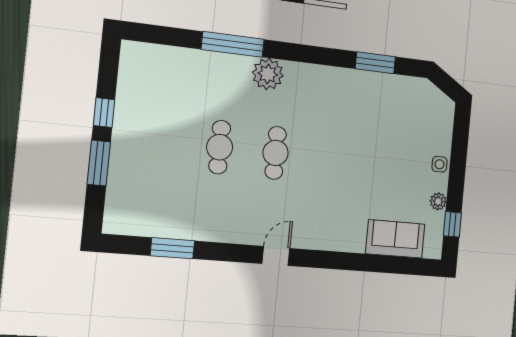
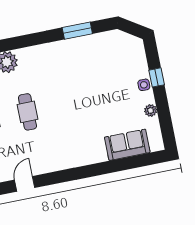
window: (452, 224) -> (157, 77), moved
door: (276, 256) -> (25, 184), moved

